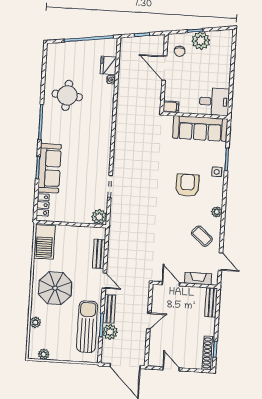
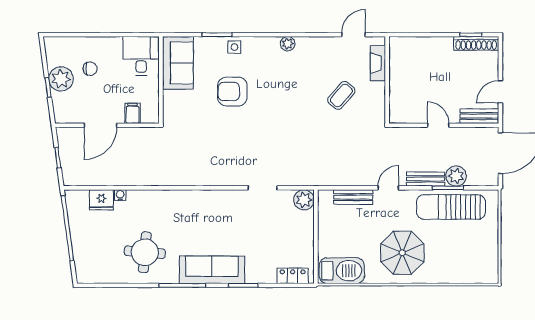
chair: (180, 51) -> (90, 69), moved
filing cabinet: (171, 107) -> (132, 113), moved
sofa: (200, 128) -> (178, 63), width x0.73
sofa: (50, 168) -> (212, 270), moved
armchair: (187, 185) -> (232, 92), moved
coffee table: (202, 236) -> (341, 95), moved
door: (171, 284) -> (387, 99), removed
bench: (211, 303) -> (479, 116), moved
plant: (35, 322) -> (450, 276), removed
plant: (44, 354) -> (491, 263), removed

